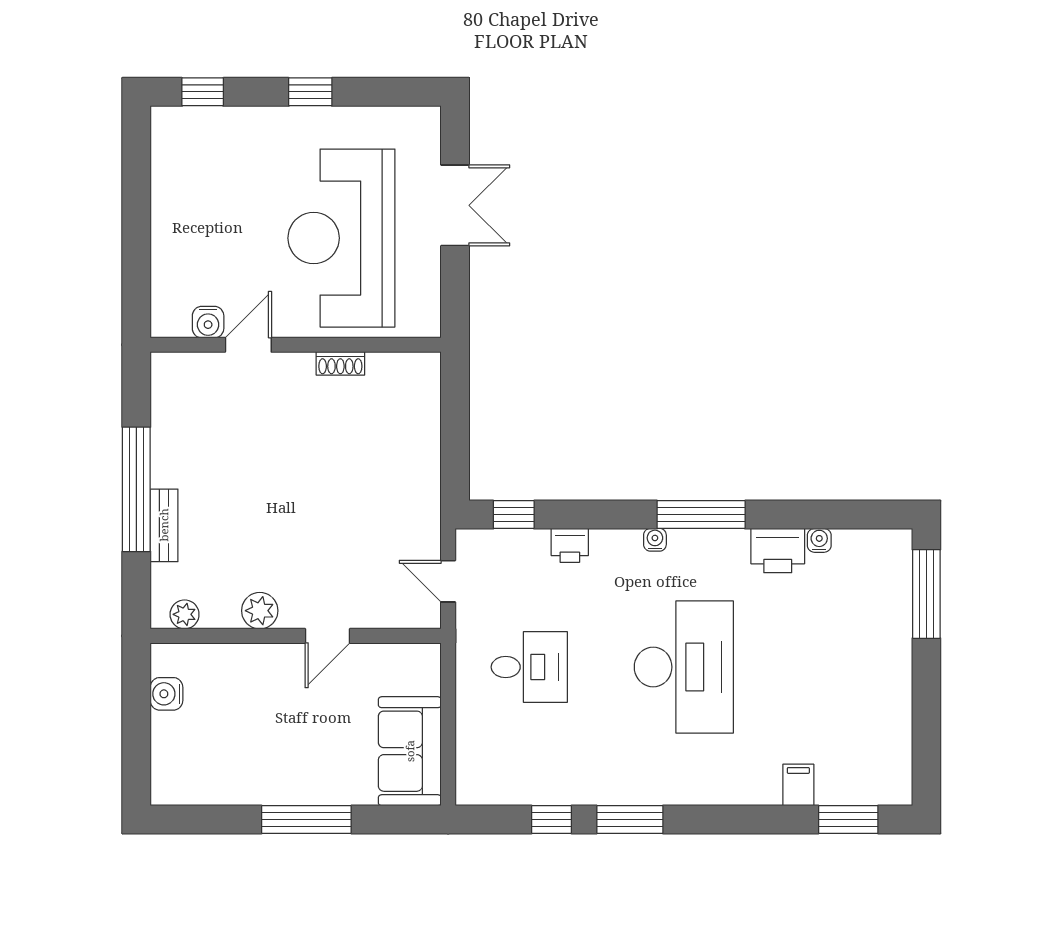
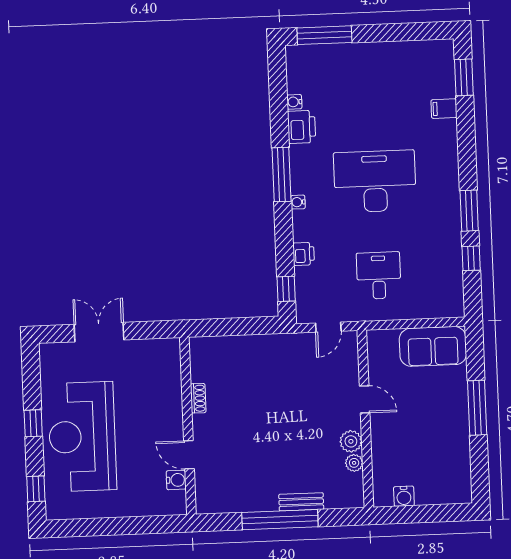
reception desk: (341, 238) -> (82, 437), moved, turned 90
plant: (185, 614) -> (354, 463), moved

